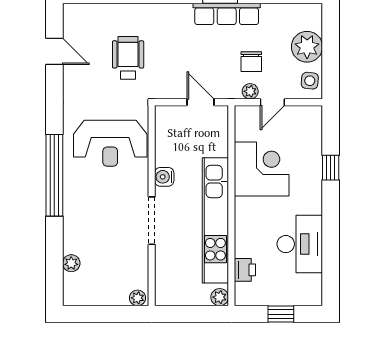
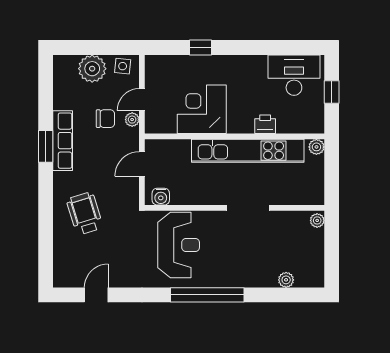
wheelchair: (128, 58) -> (85, 213), moved, turned 73
door: (272, 102) -> (142, 100), swing flipped
water cooler: (164, 177) -> (161, 197), moved
desk: (300, 244) -> (294, 75), moved
printer: (245, 270) -> (265, 124), moved

